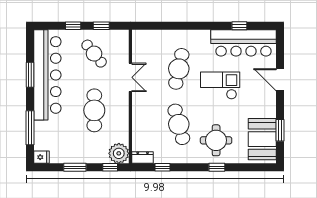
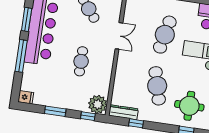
cafe table: (94, 110) -> (81, 61), width x0.73, depth x0.74
window: (30, 128) -> (21, 56), moved
dresser: (143, 157) -> (123, 112), width x1.44

